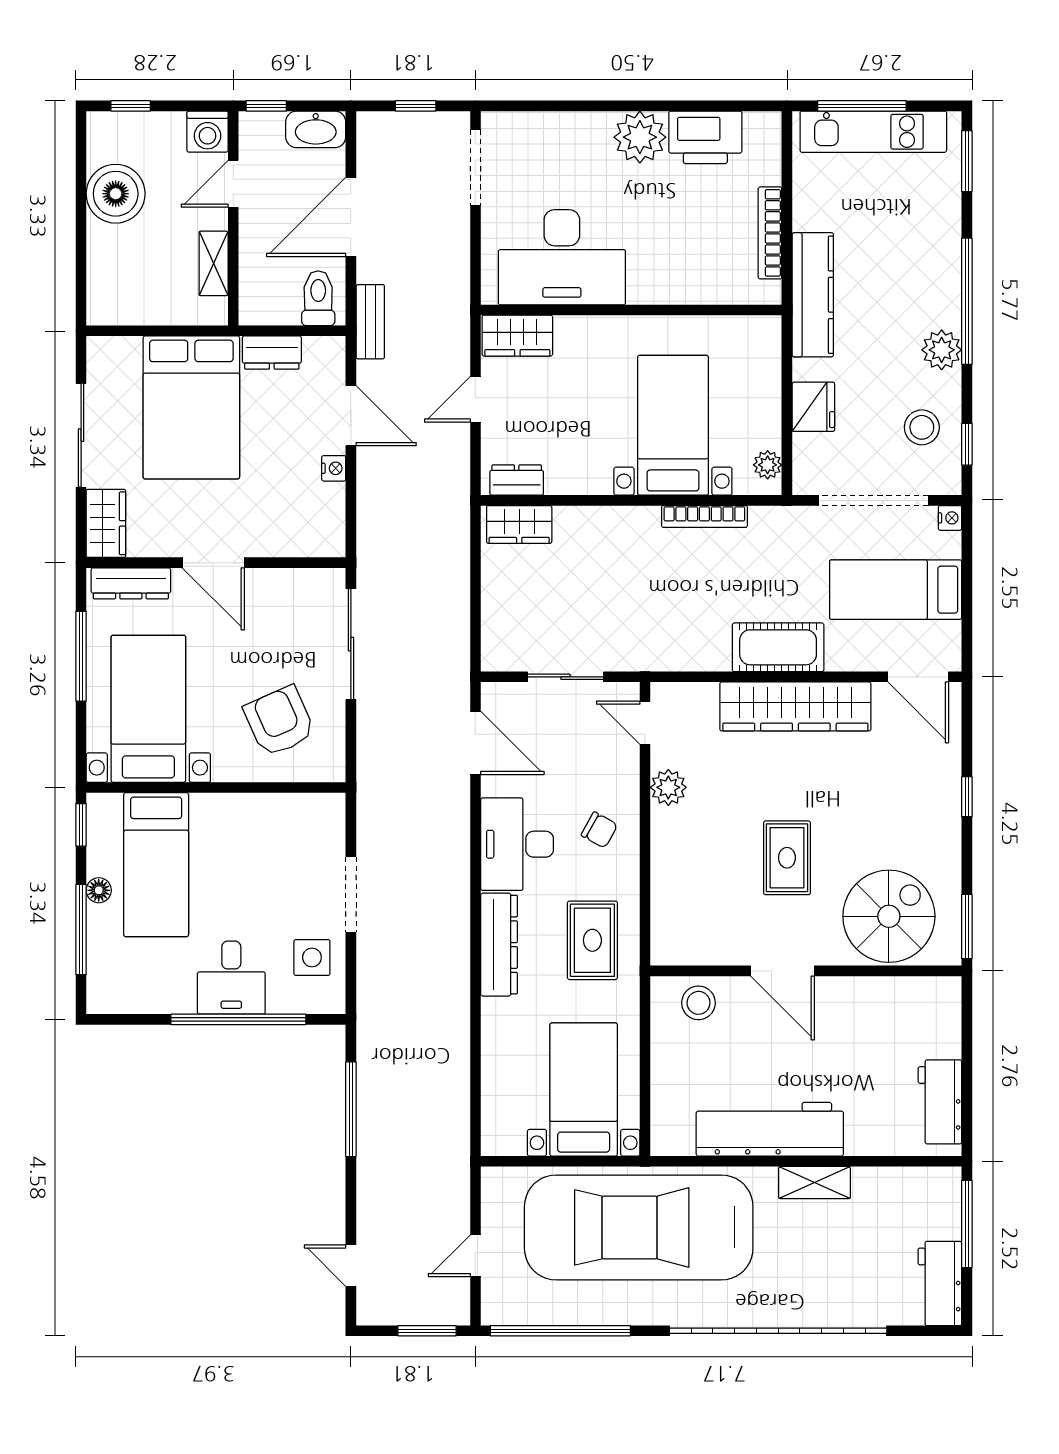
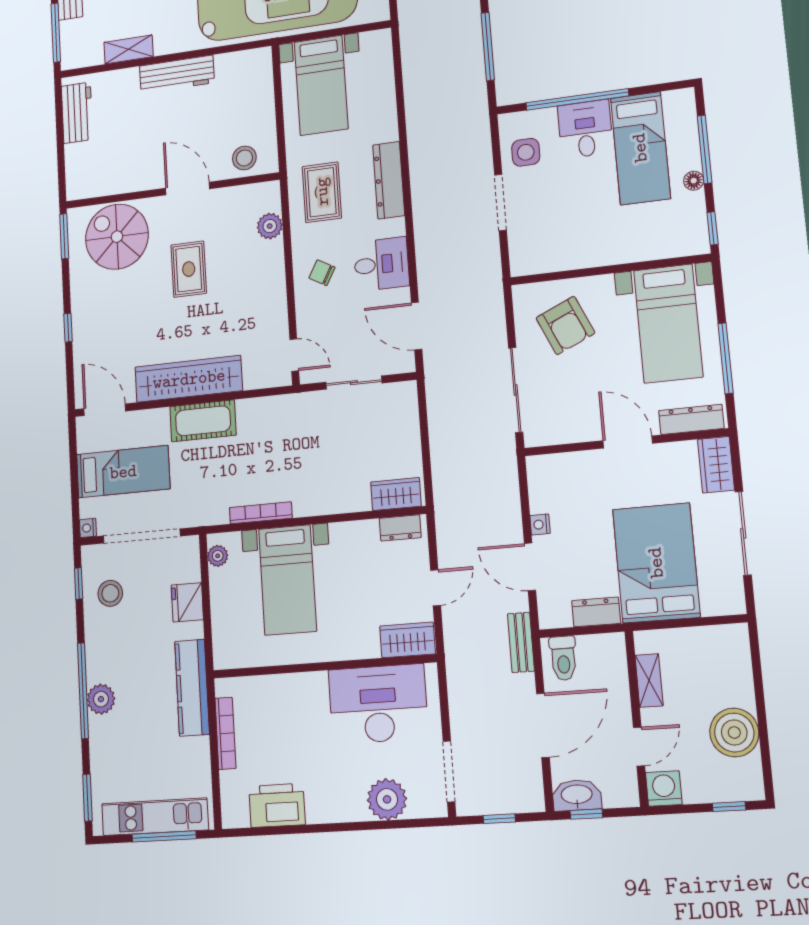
window: (266, 106) -> (586, 814), moved
plant: (640, 137) -> (387, 799), moved
plant: (942, 350) -> (101, 699), moved
plant: (668, 787) -> (270, 226), moved
desk: (517, 844) -> (381, 264), width x0.73
bed: (156, 865) -> (640, 148), moved, turned 180
spiral stairs: (889, 916) -> (117, 237), turned 90
workbench: (770, 1129) -> (177, 74), width x0.73, depth x0.76
shelving: (815, 1183) -> (129, 49), moved

